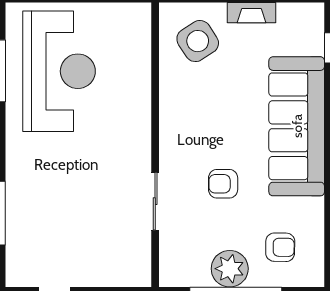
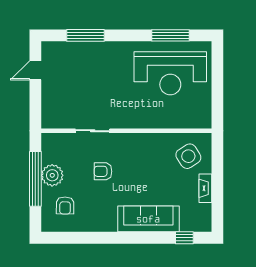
sofa: (297, 126) -> (148, 219), width x0.74, depth x0.79
armchair: (223, 184) -> (103, 171), turned -90

